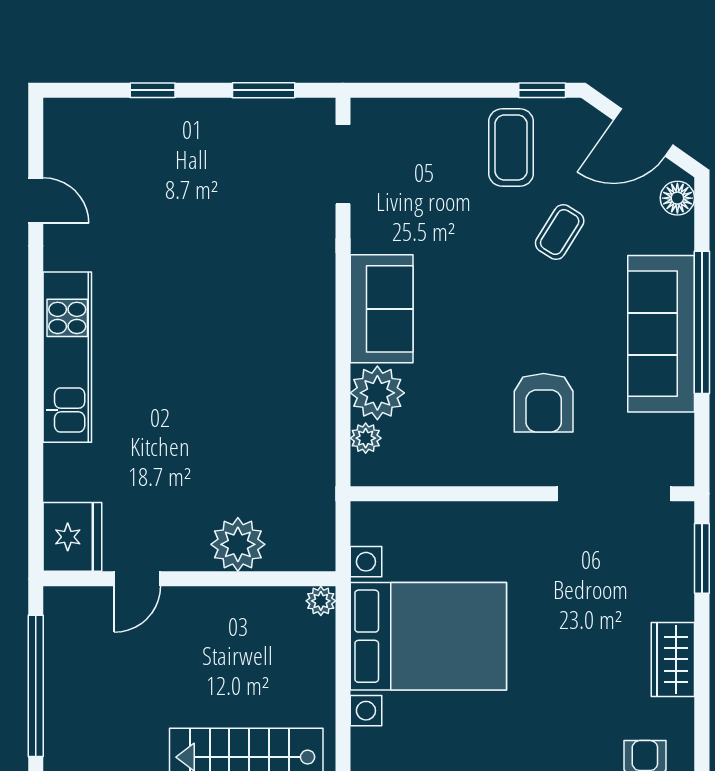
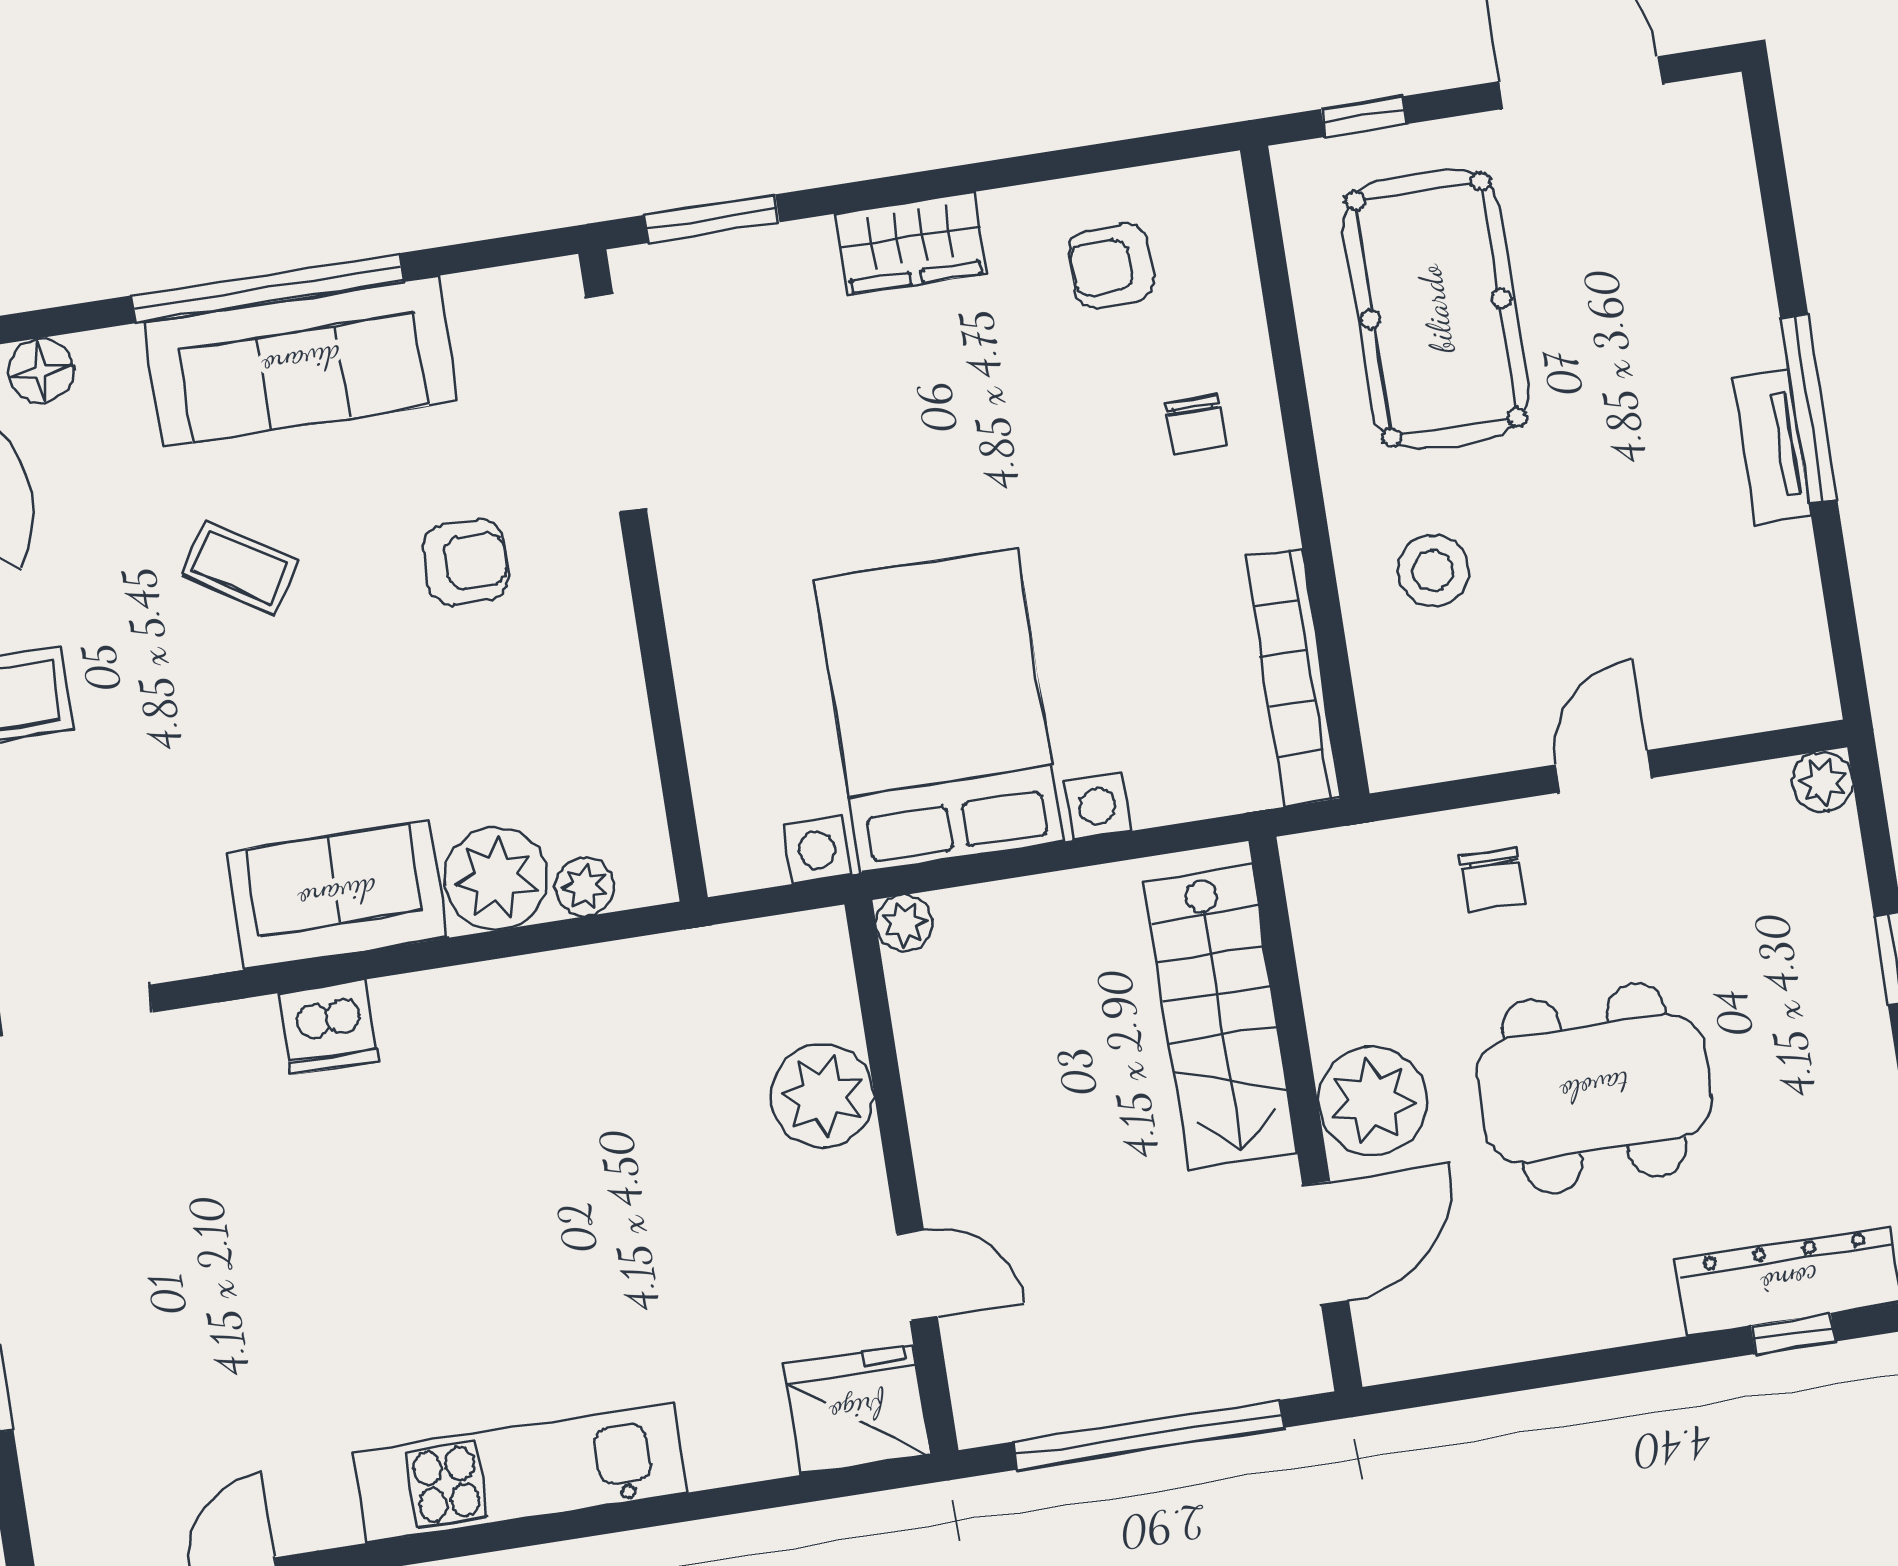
coffee table: (560, 232) -> (240, 568), moved
dishwasher: (314, 294) -> (328, 1027), added
armchair: (544, 403) -> (466, 562), width x0.72, depth x0.72

